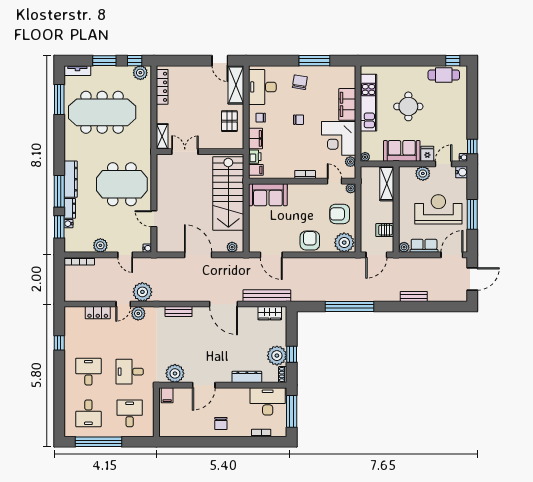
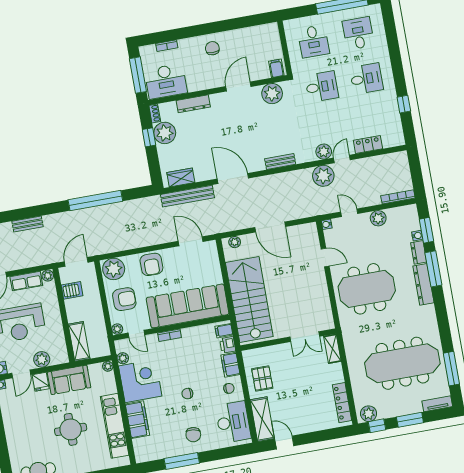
sofa: (268, 195) -> (188, 306), width x1.85, depth x1.27
desk: (88, 372) -> (366, 79), turned -90

